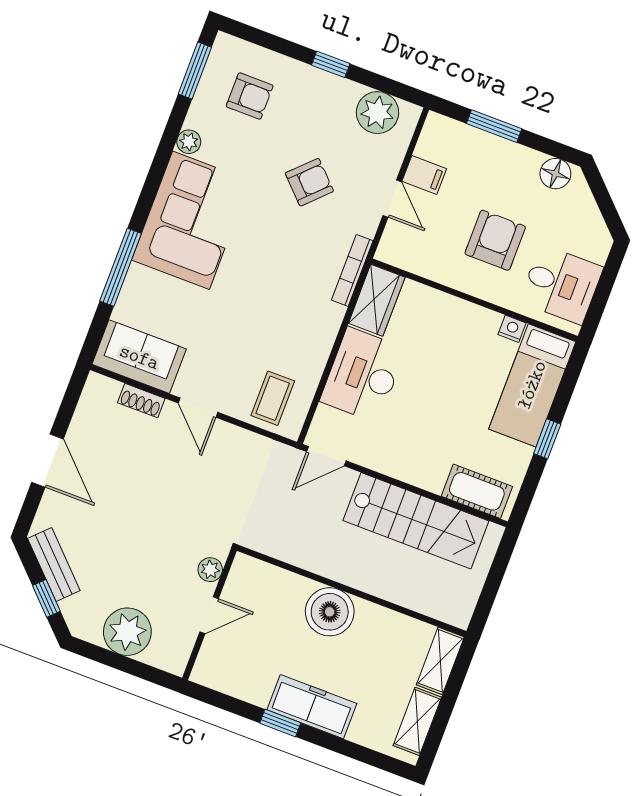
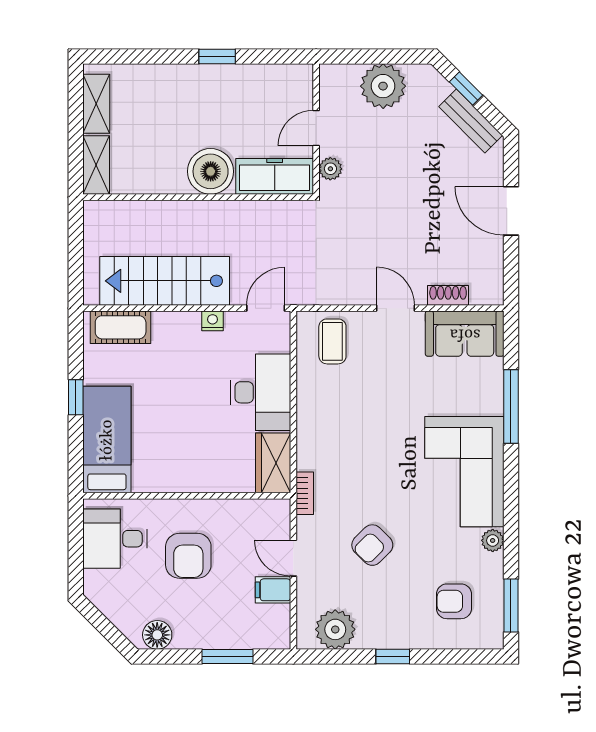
bookcase: (352, 270) -> (305, 493), width x0.64
nightstand: (512, 329) -> (213, 321), moved, turned 180
freezer: (312, 707) -> (275, 176), moved, turned 180

